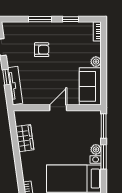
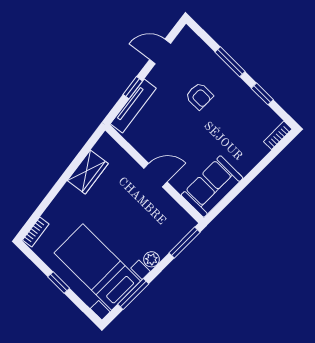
plant: (96, 62) -> (244, 166), removed
window: (104, 157) -> (133, 294), moved

